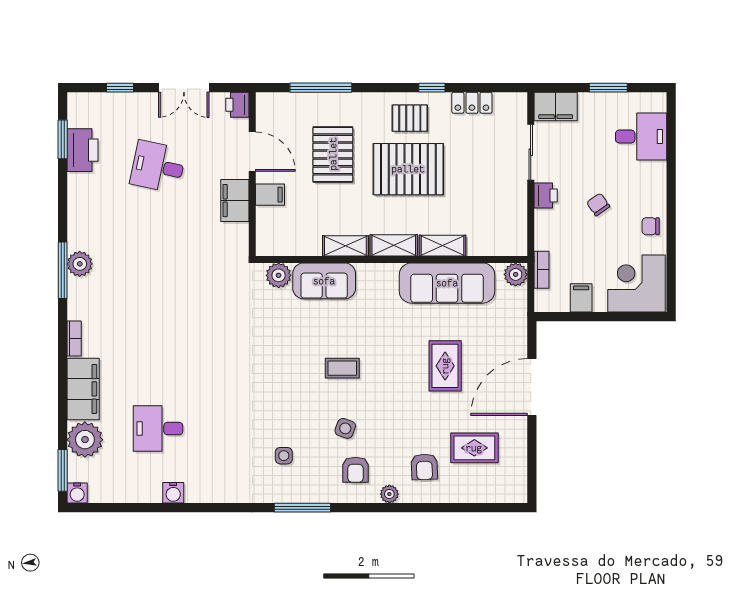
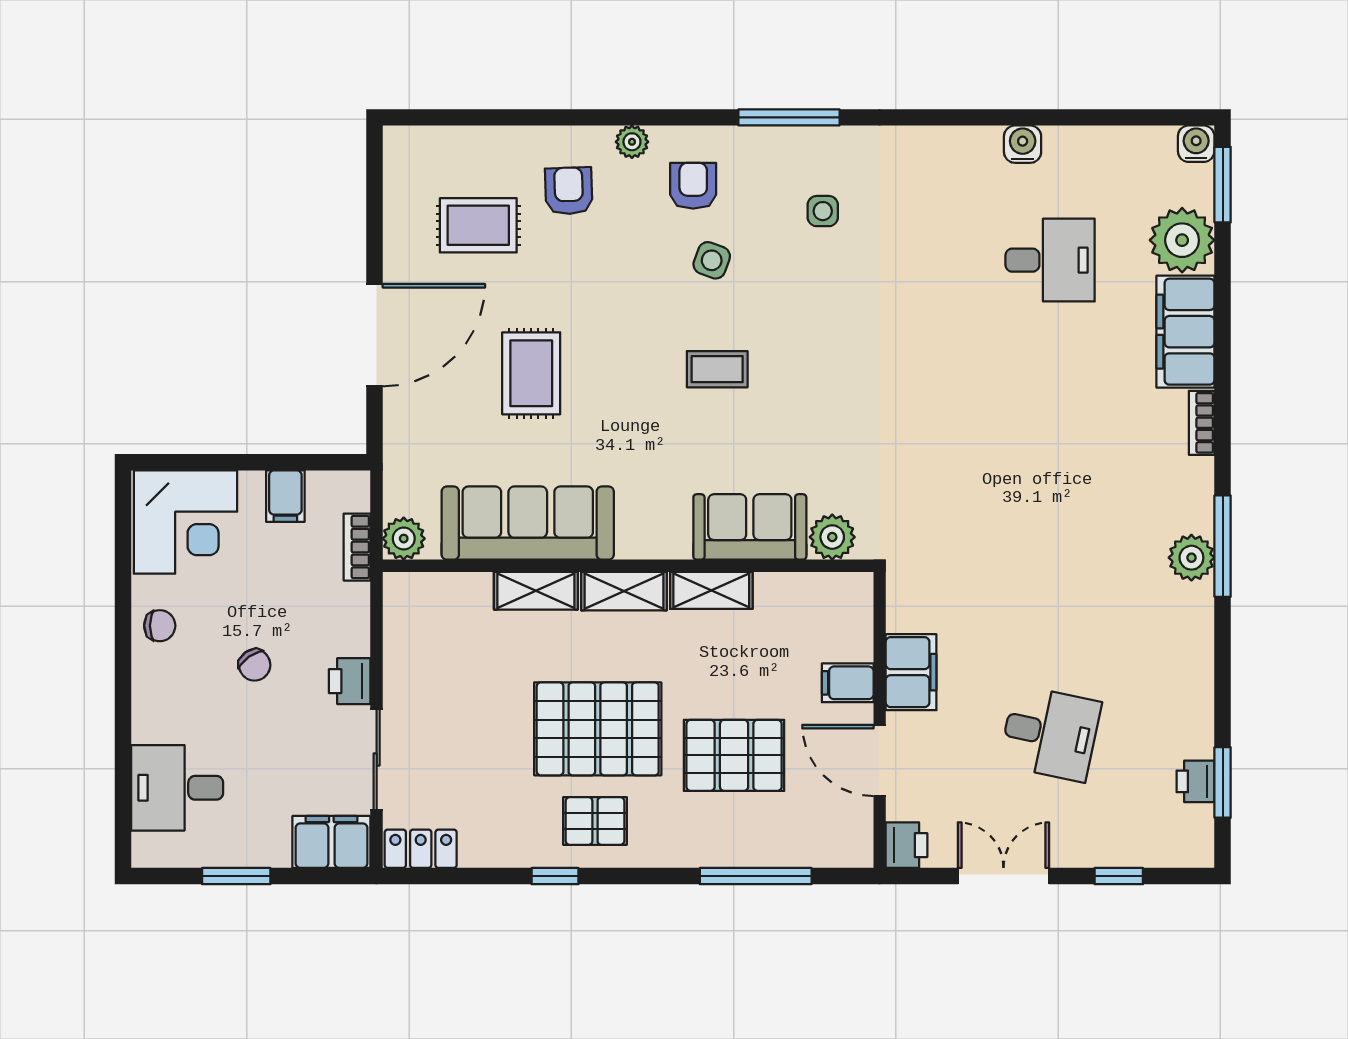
locker: (472, 103) -> (421, 849), moved
printer: (83, 150) -> (1196, 781), width x0.53, depth x0.68
pallet: (333, 154) -> (734, 755), turned 90

